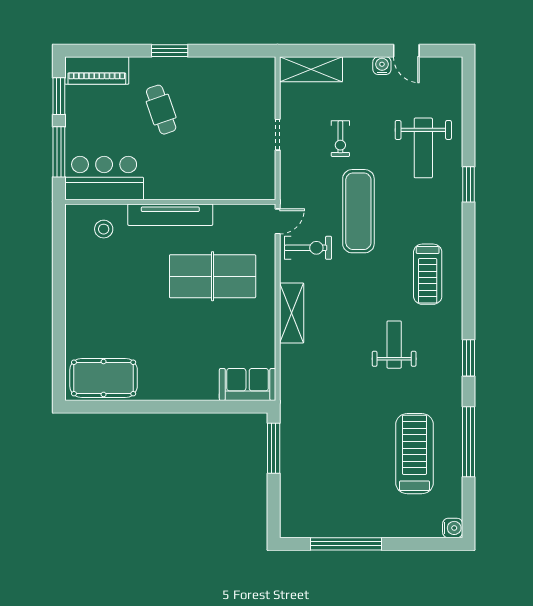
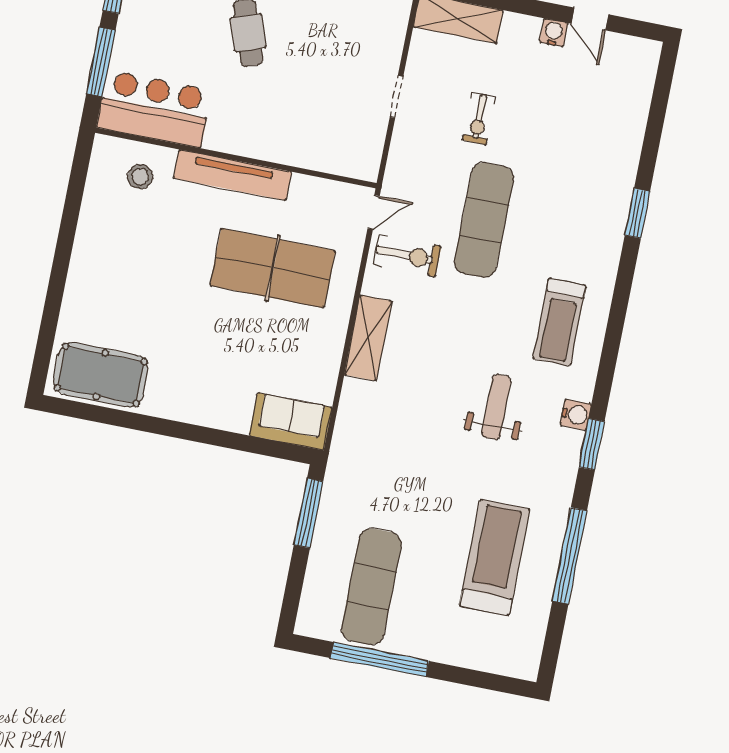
weight bench: (423, 148) -> (587, 153), removed
exercise mat: (330, 492) -> (371, 587), added
water cooler: (453, 528) -> (576, 415), moved

